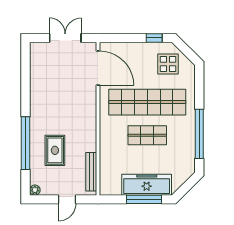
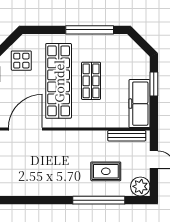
freezer: (147, 185) -> (139, 104), moved
plant: (35, 190) -> (140, 186), width x1.88, depth x1.88
window: (144, 199) -> (154, 84), width x0.69

